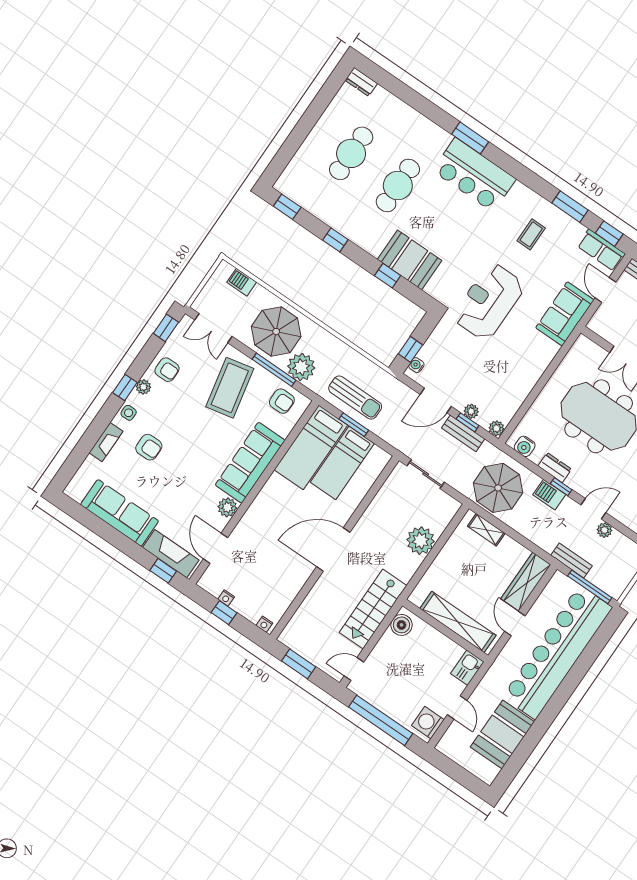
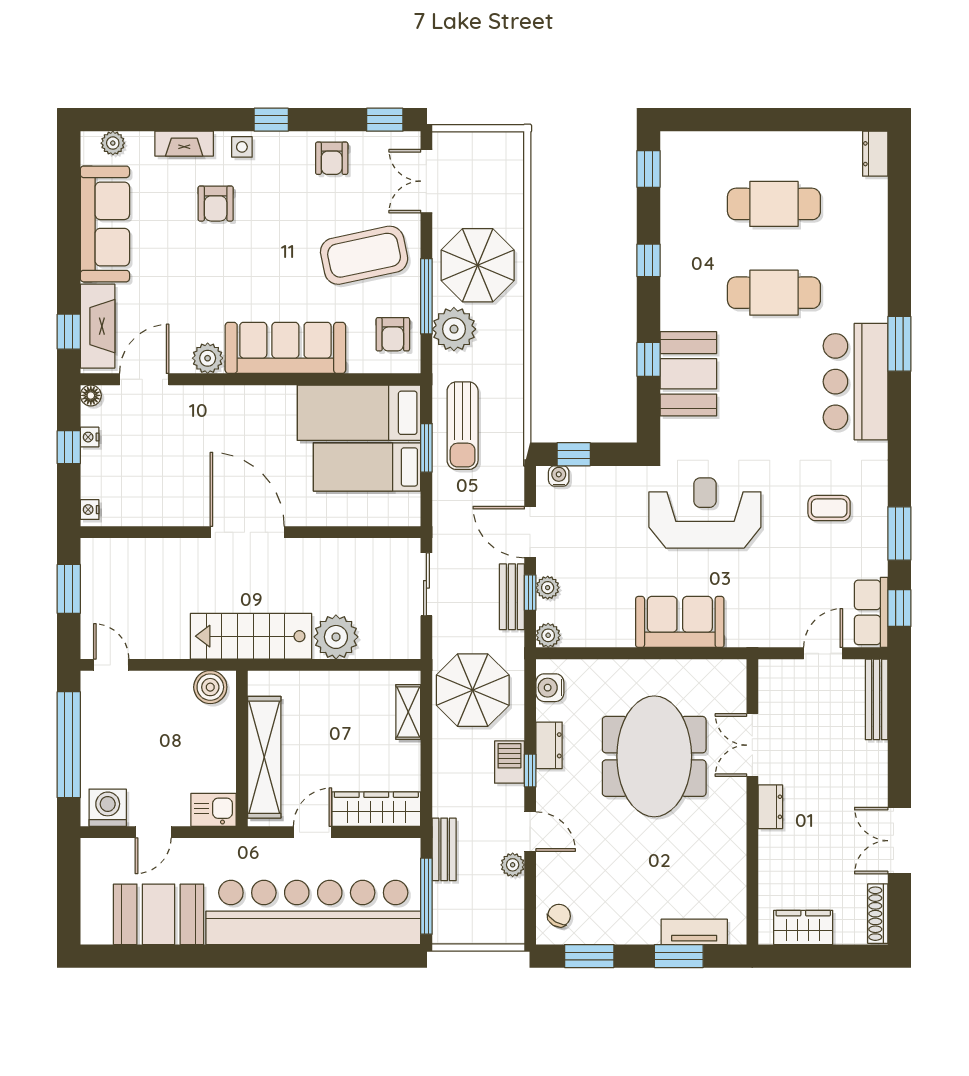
barbecue: (242, 282) -> (511, 177), removed
sofa: (565, 314) -> (680, 622), moved
plant: (143, 387) -> (113, 143), moved
floor lamp: (205, 582) -> (91, 395), added
stairs: (373, 609) -> (251, 636), moved

